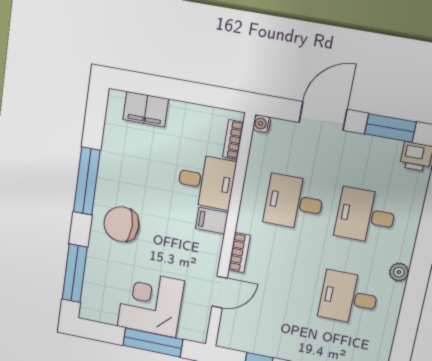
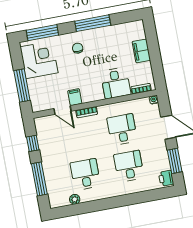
filing cabinet: (146, 109) -> (141, 51), moved
filing cabinet: (212, 221) -> (75, 97), moved
chair: (121, 224) -> (78, 48), width x0.54, depth x0.54
plant: (399, 272) -> (75, 199), moved
corner desk: (151, 304) -> (39, 60), moved

